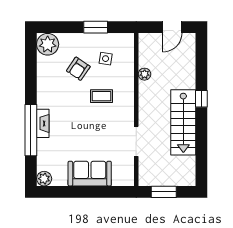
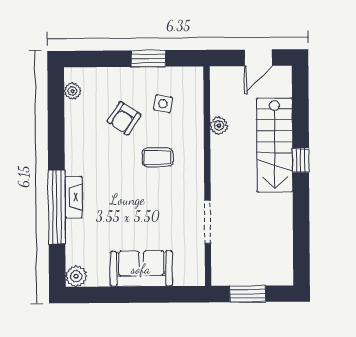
plant: (48, 44) -> (72, 91), width x0.53, depth x0.53
stairs: (183, 122) -> (275, 145), moved

